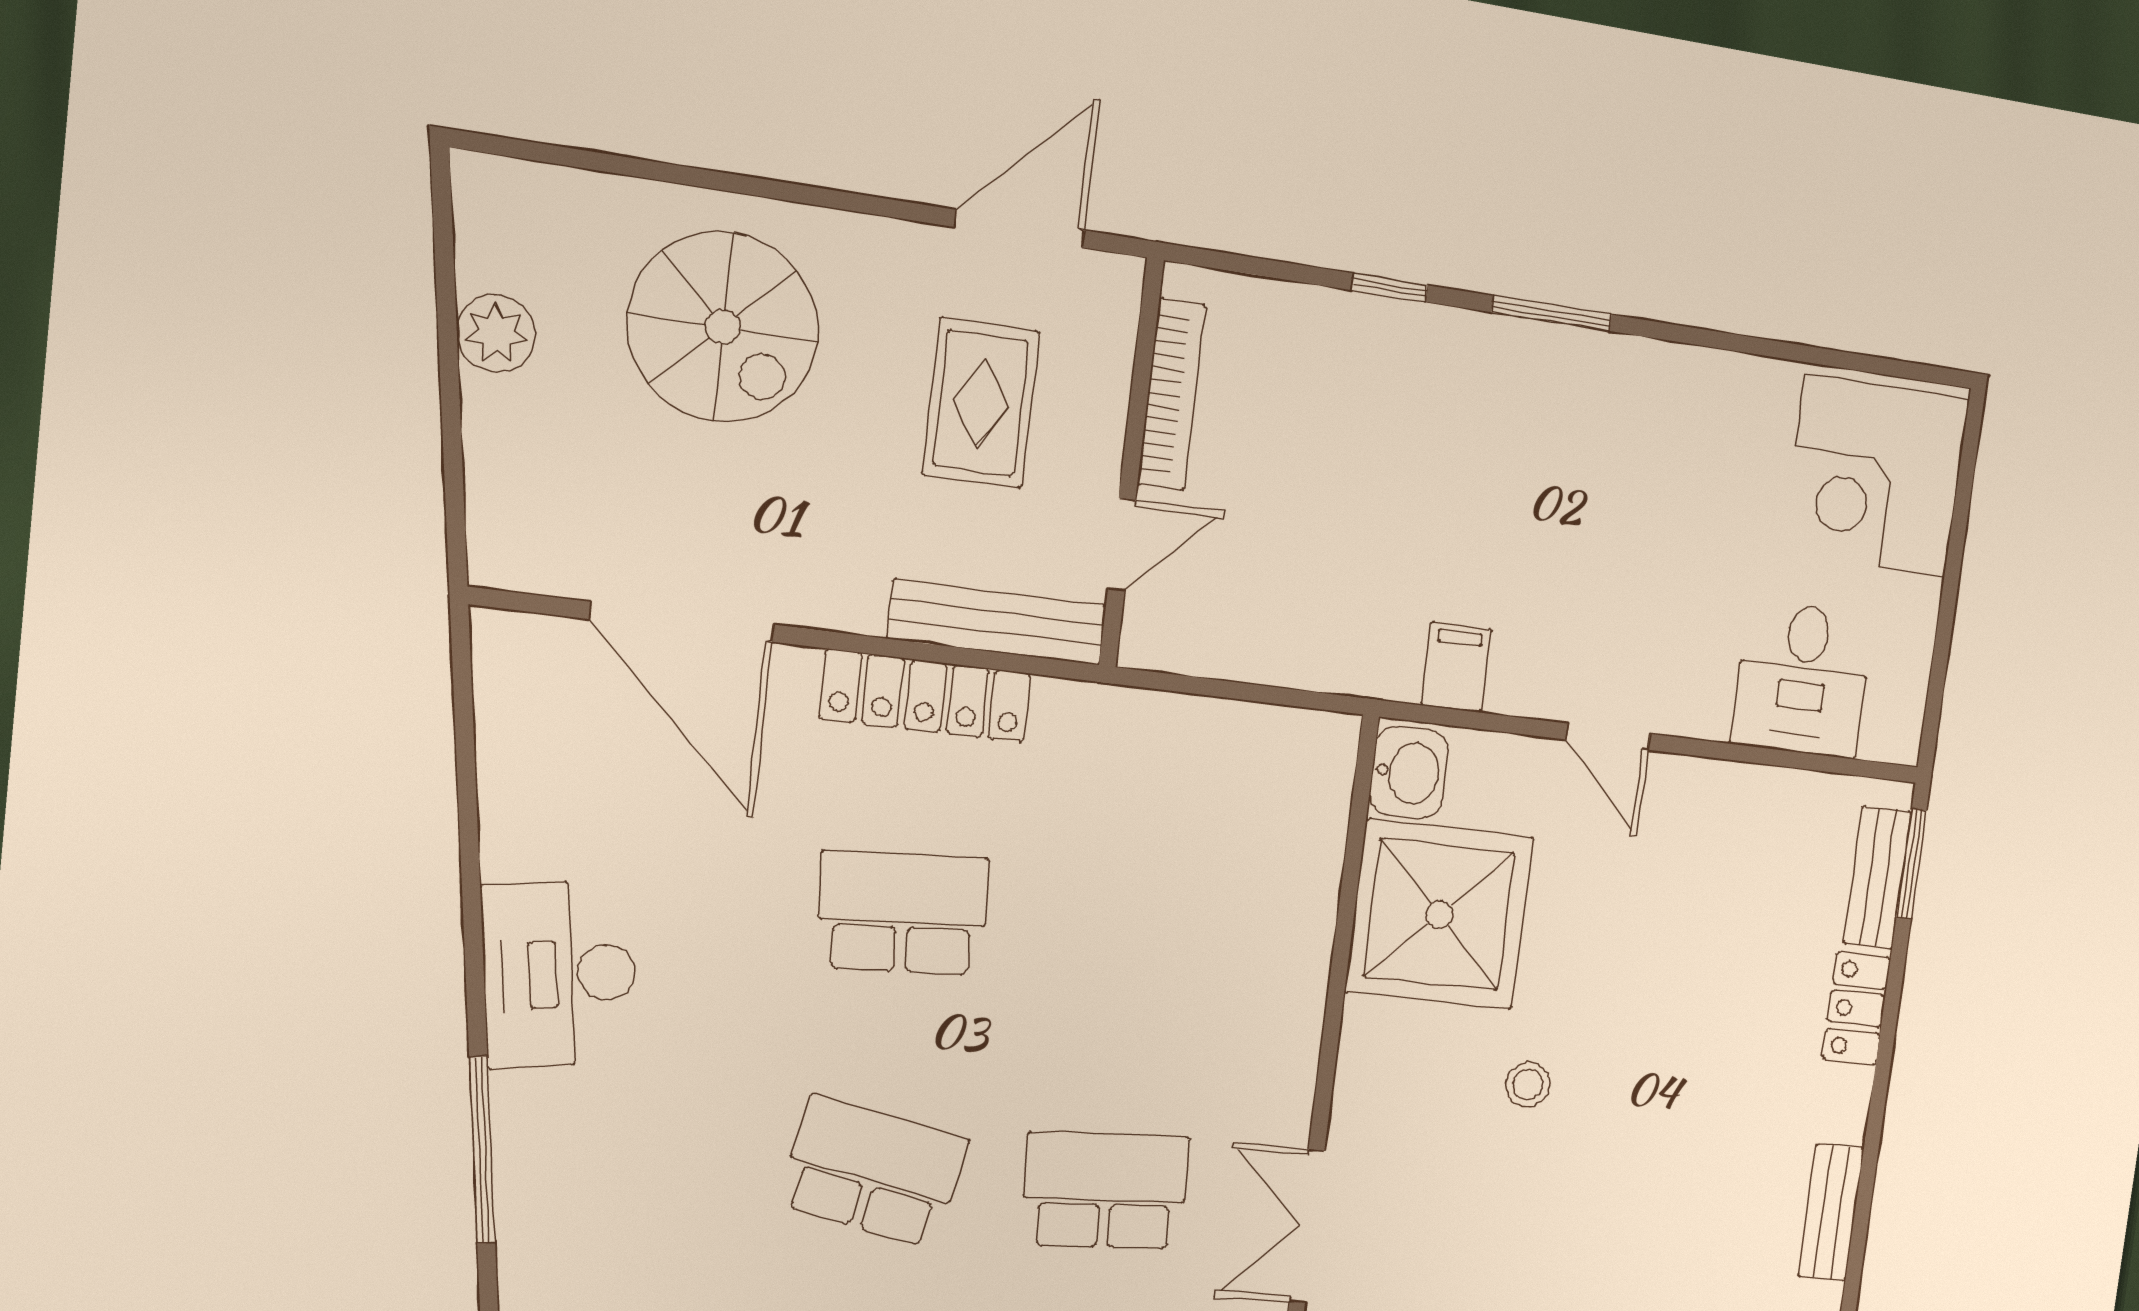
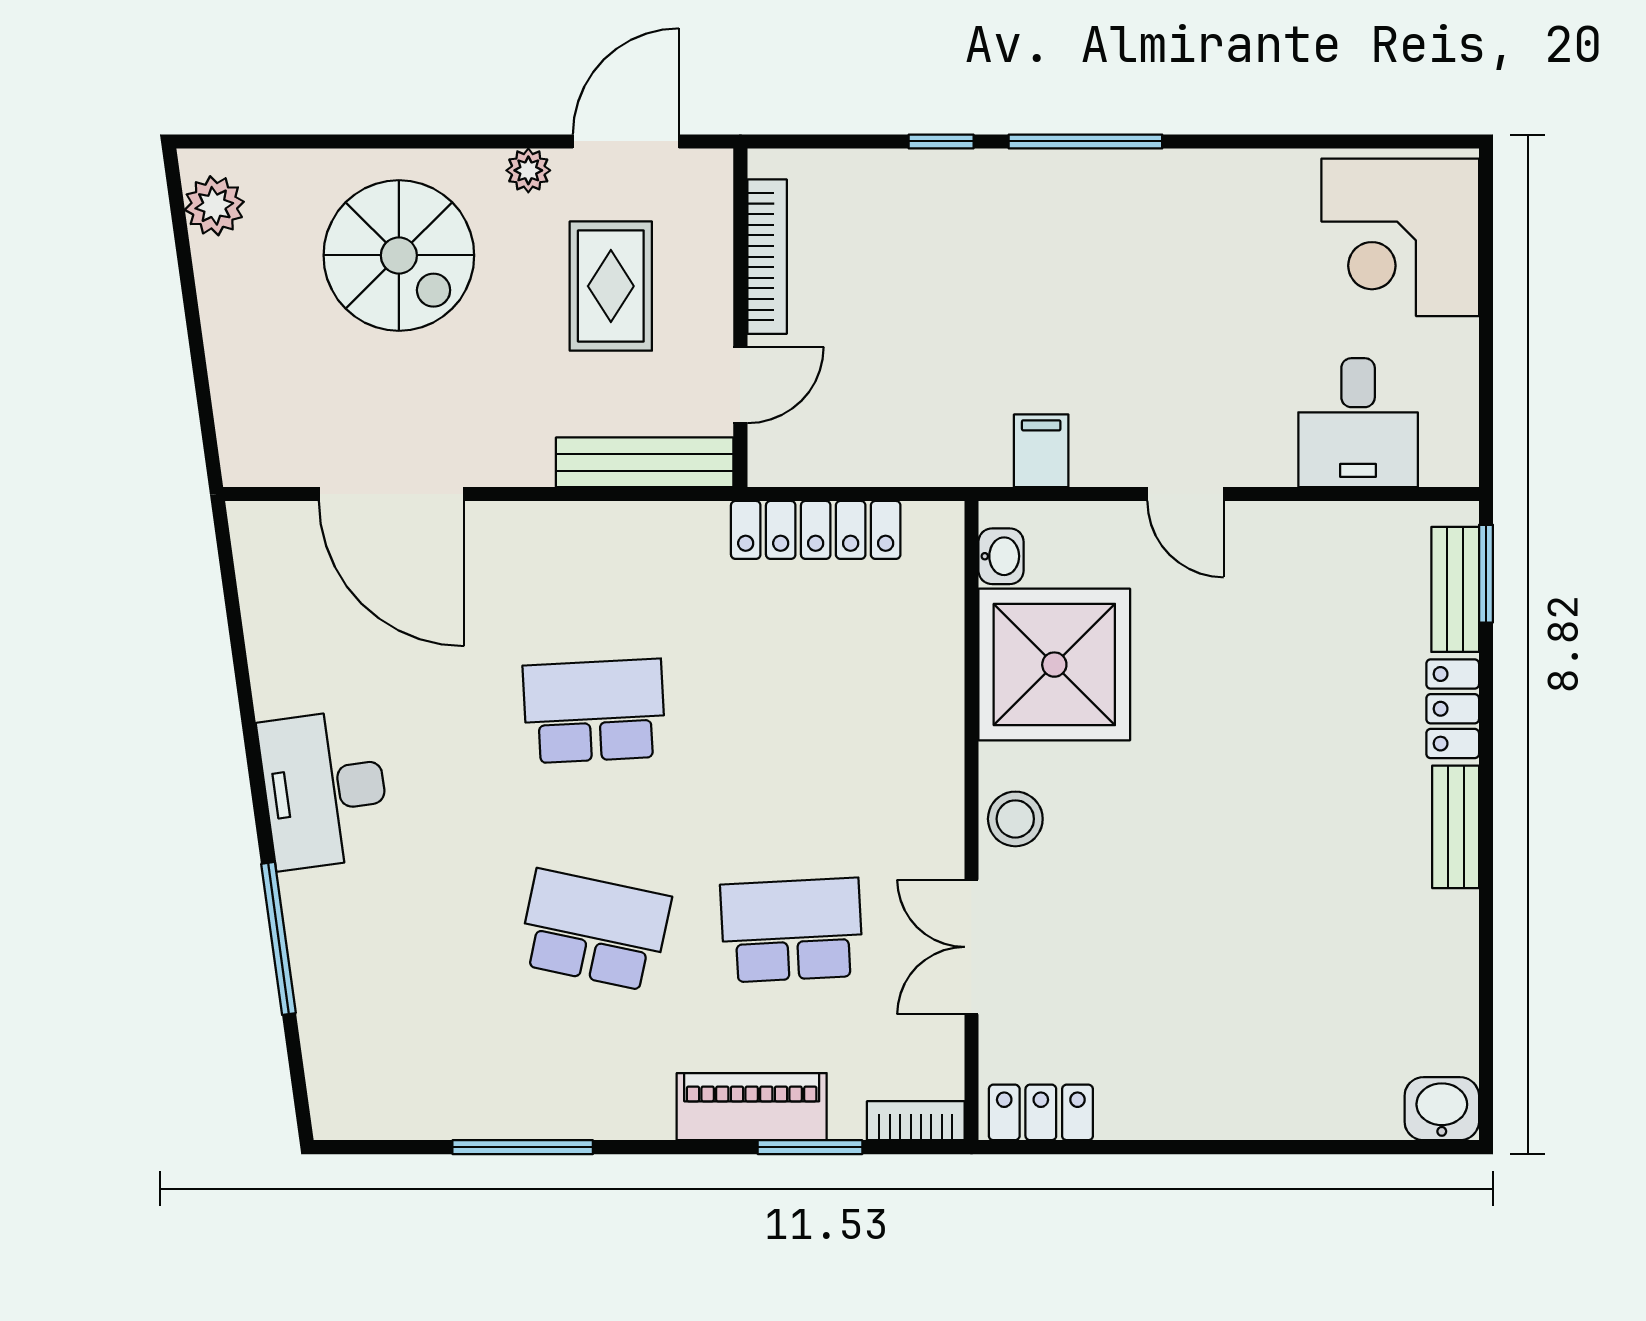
plant: (896, 246) -> (528, 170), added
window: (1552, 313) -> (1085, 141), width x1.44
plant: (496, 333) -> (214, 206), moved
locker: (926, 696) -> (816, 530), moved
washbasin: (1409, 773) -> (1001, 556), width x0.72, depth x0.69
stool: (1528, 1085) -> (1015, 819), moved, width x1.37, depth x1.37
bench: (1831, 1212) -> (1456, 827), moved

